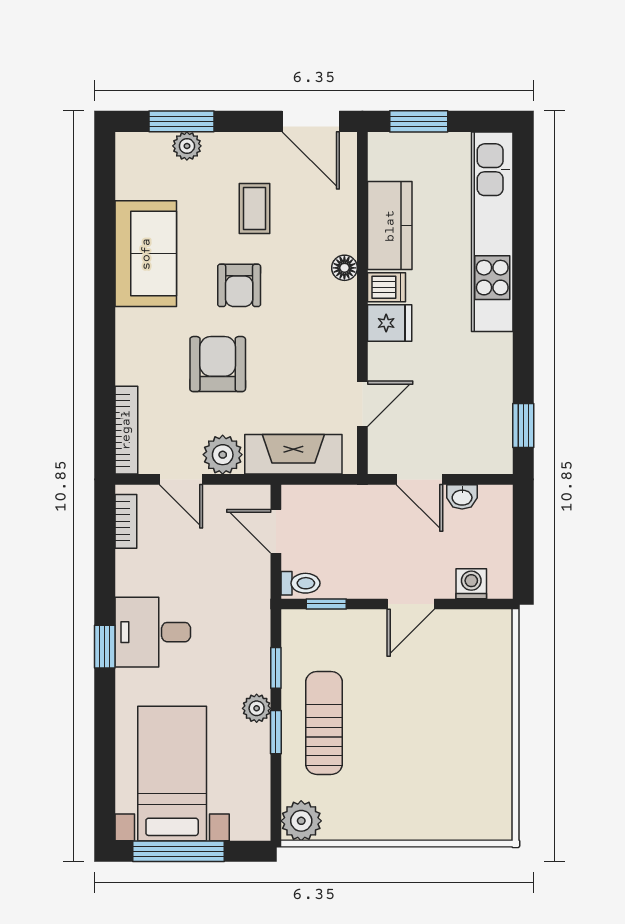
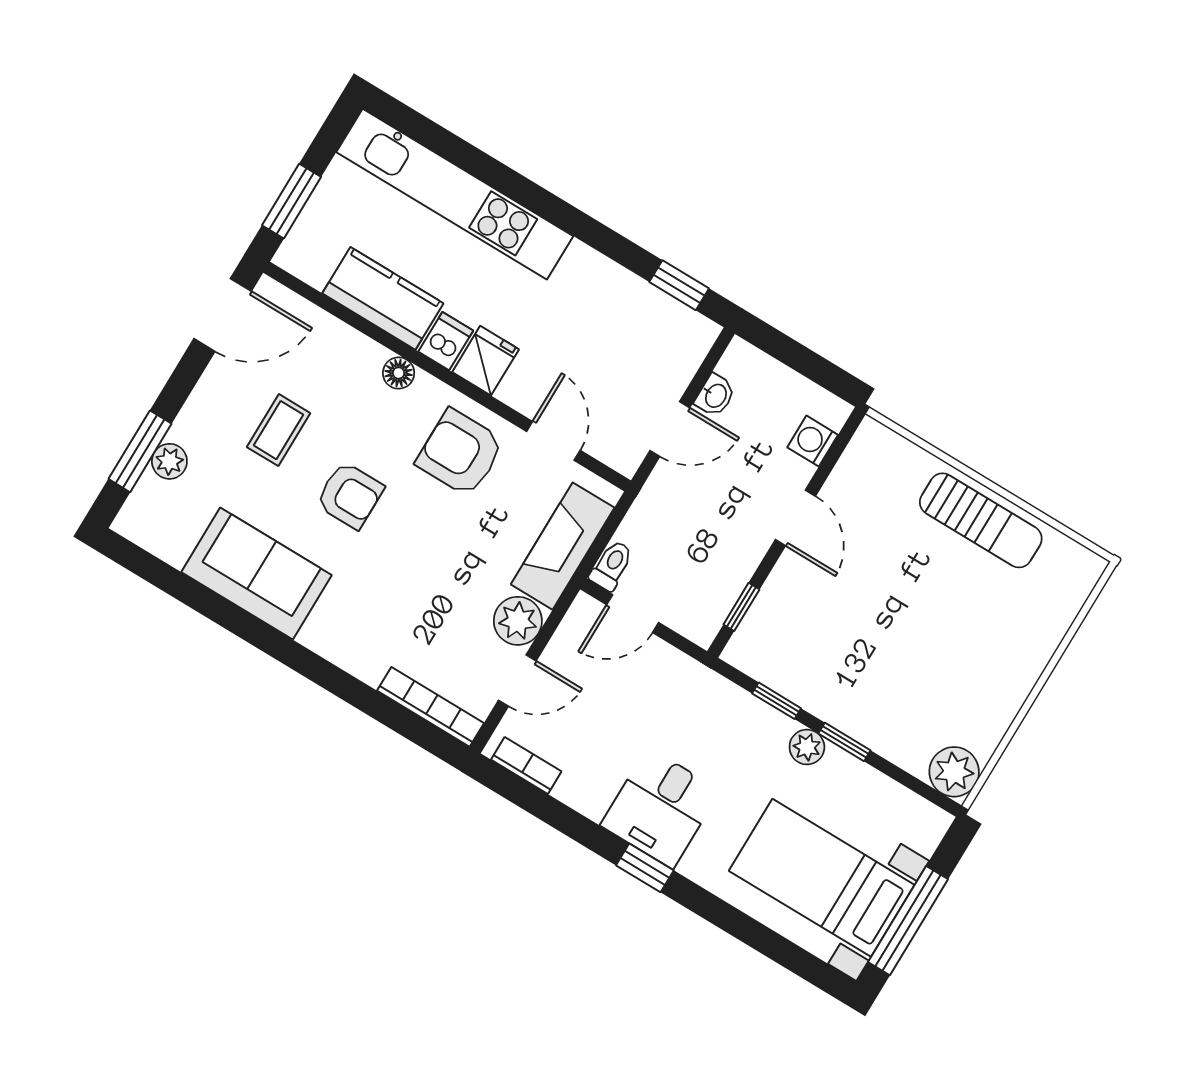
coffee table: (254, 209) -> (279, 430), turned 90
armchair: (218, 364) -> (460, 453), moved
toilet: (300, 583) -> (612, 566), moved
sun lounger: (324, 723) -> (981, 520), moved, turned 180

